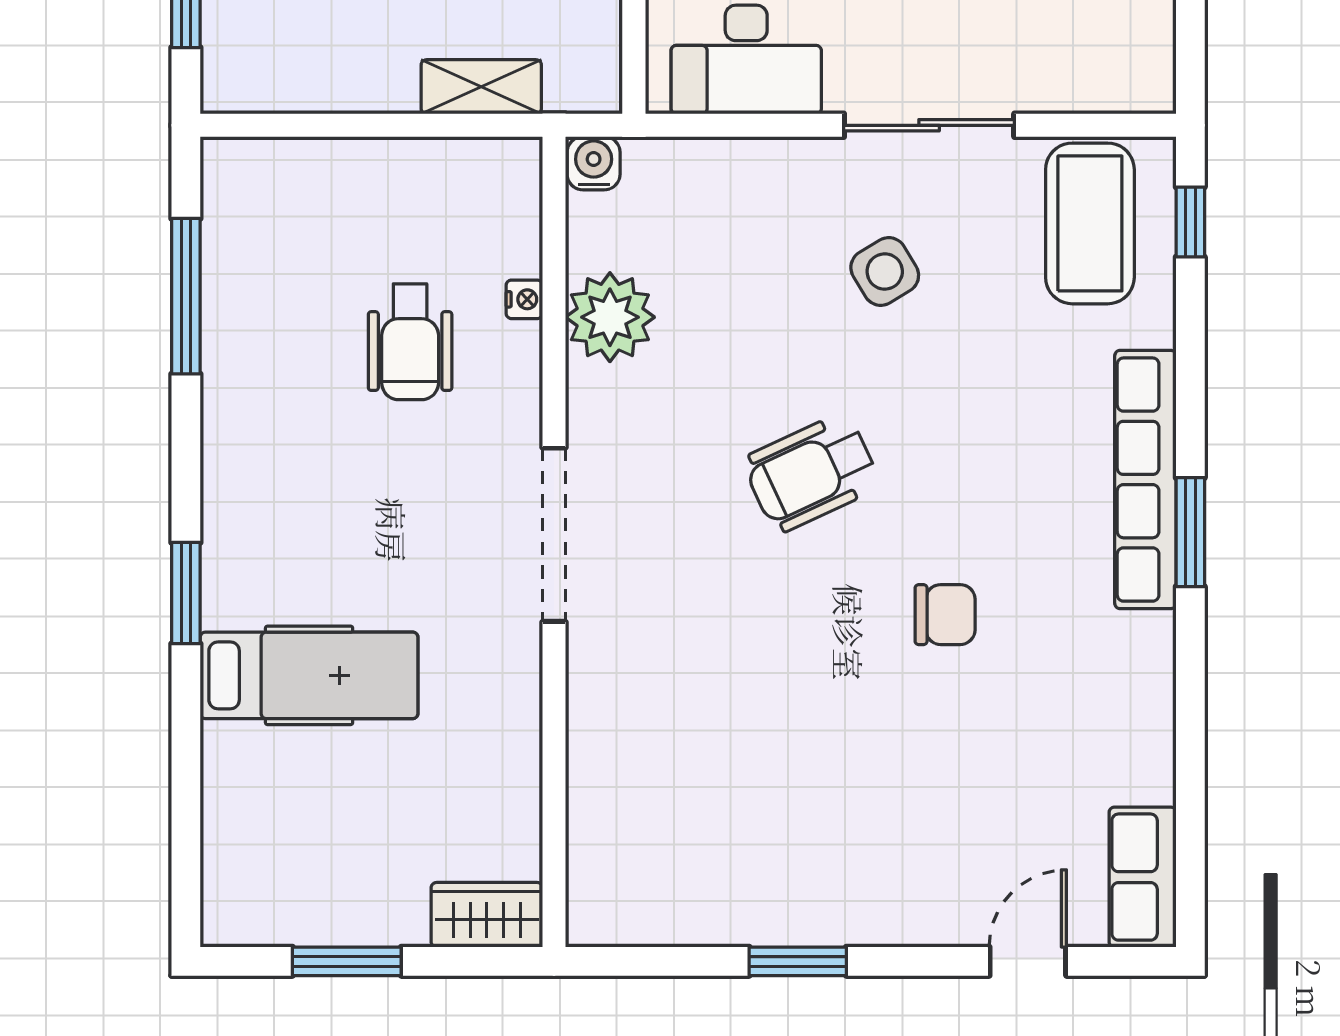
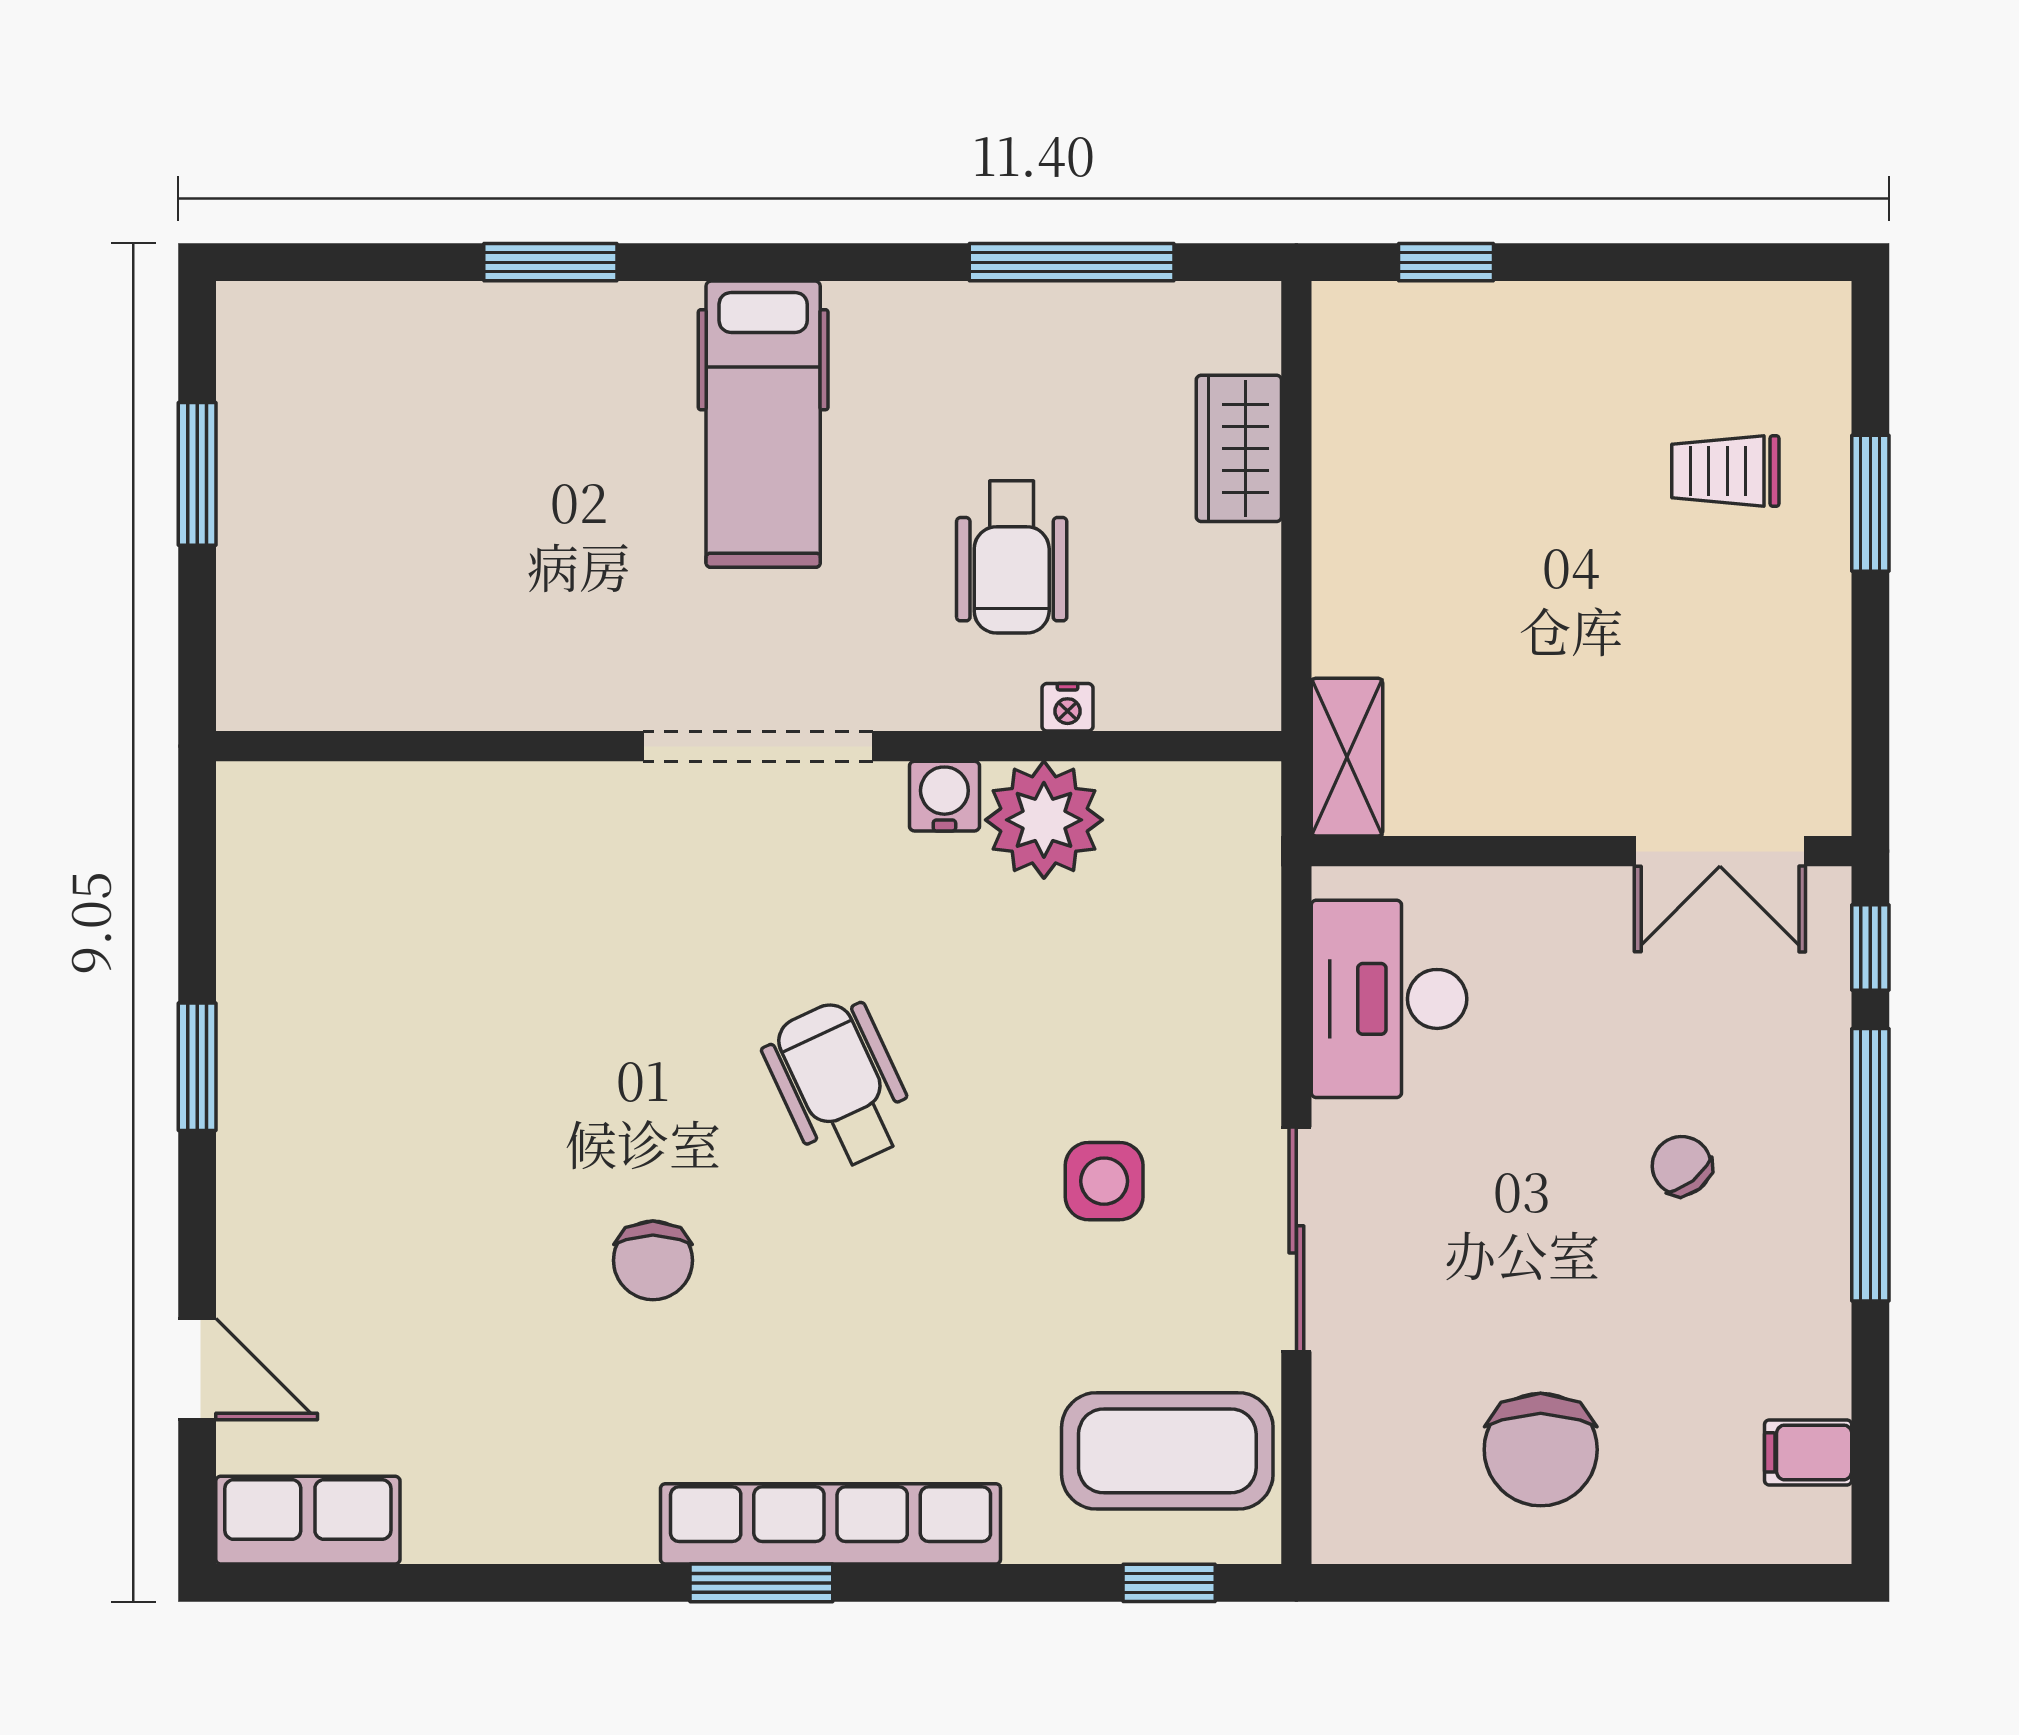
shelving: (481, 87) -> (1347, 757), moved
water cooler: (594, 163) -> (944, 796), moved, turned -90
side table: (885, 271) -> (1104, 1181), turned 31
wheelchair: (410, 342) -> (1012, 557), turned -90
window: (186, 593) -> (550, 262), moved
hospital bed: (309, 675) -> (763, 424), moved
wardrobe: (487, 915) -> (1239, 448), moved, turned 180

